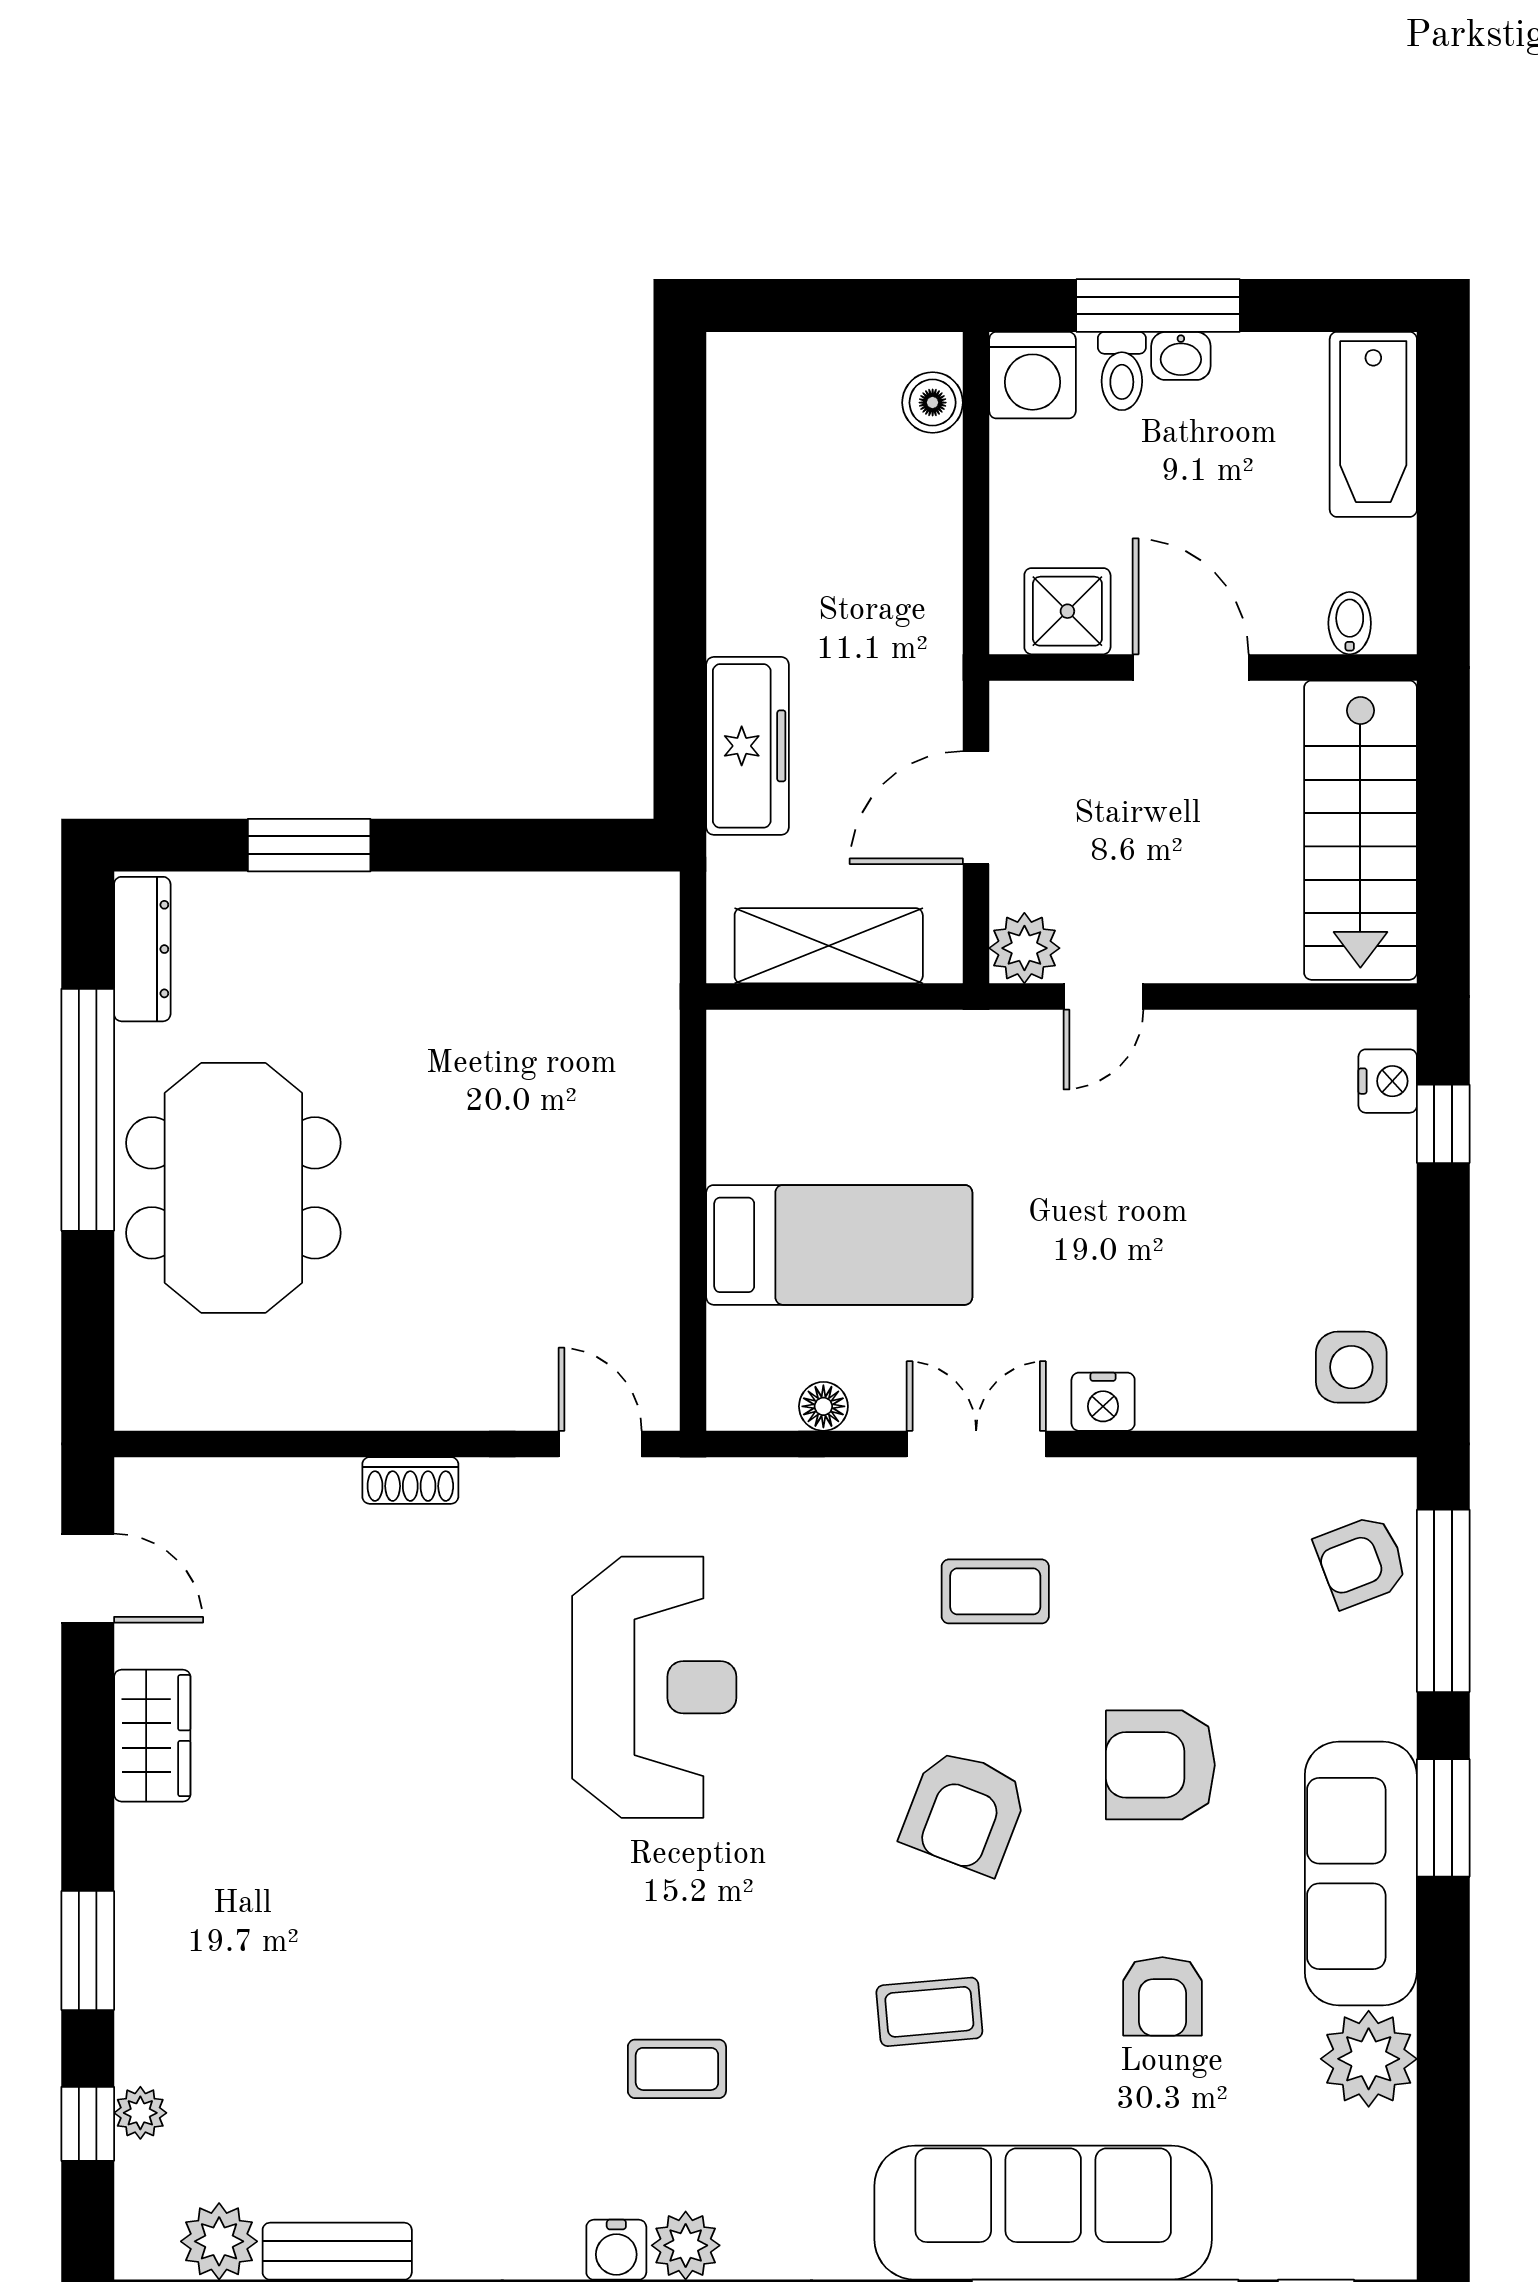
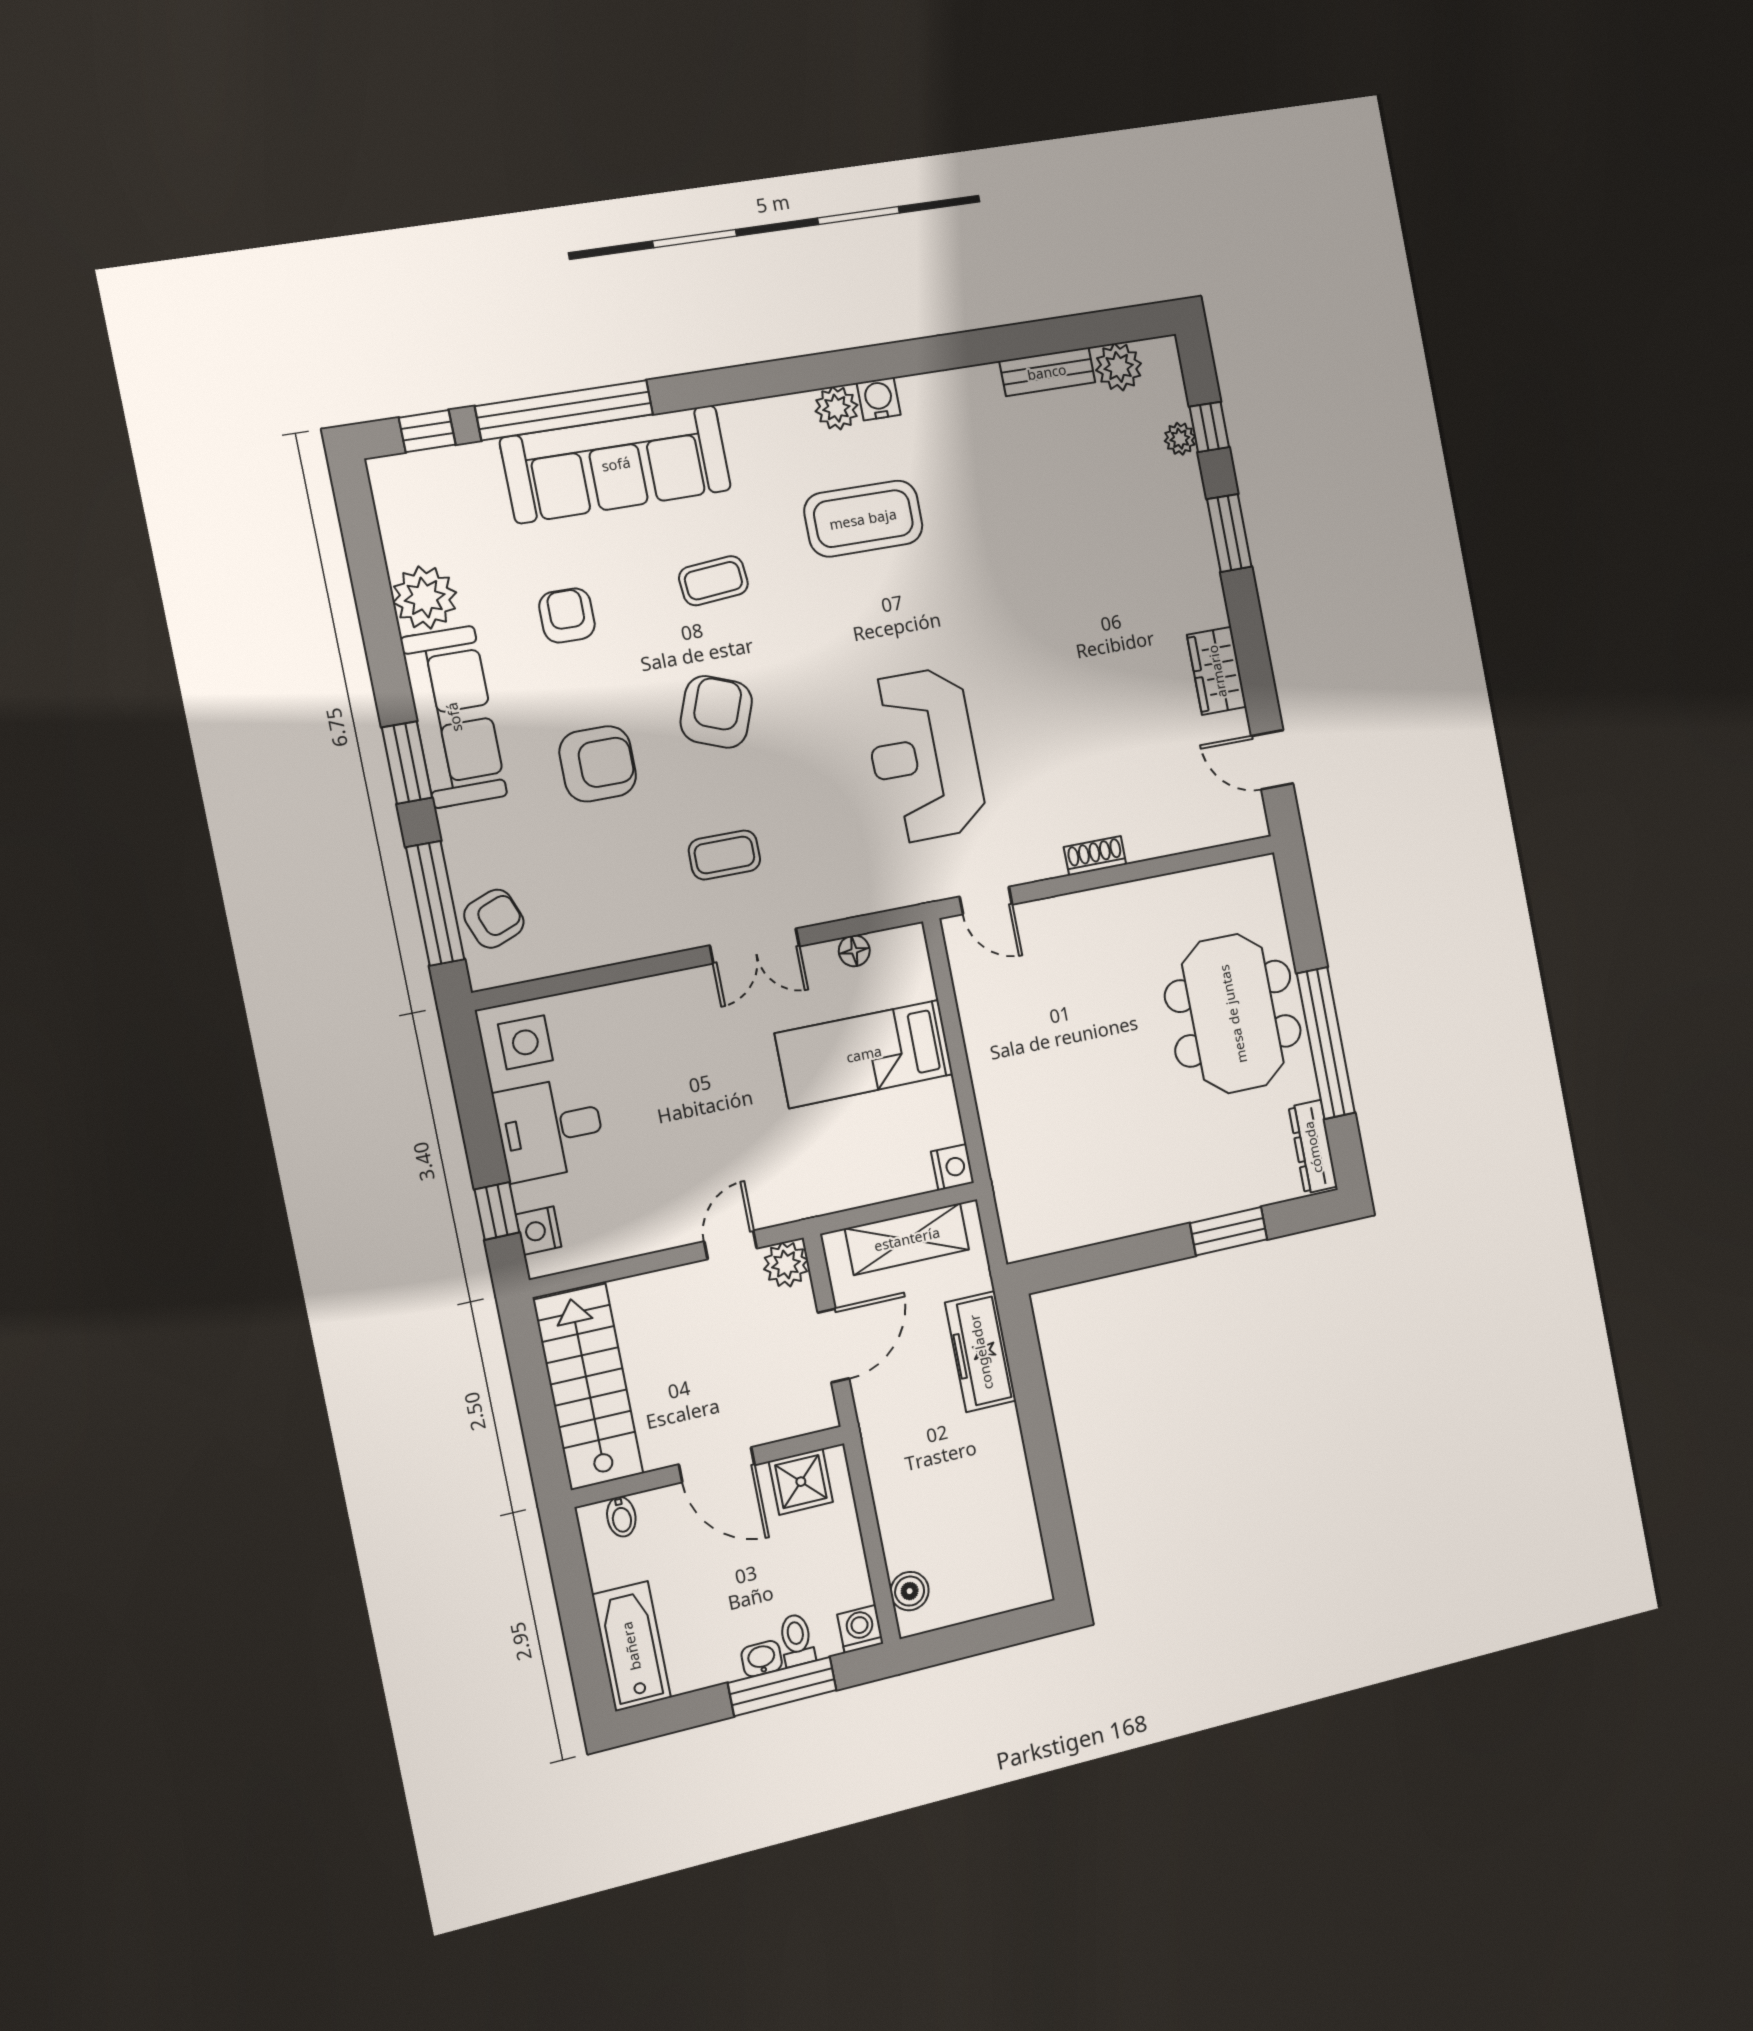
washing machine: (1032, 375) -> (860, 1629), width x0.73, depth x0.73
desk: (1340, 1230) -> (550, 1129), added
nightstand: (1103, 1402) -> (952, 1167), moved, turned 90
coffee table: (677, 2069) -> (863, 519), width x1.86, depth x1.72

